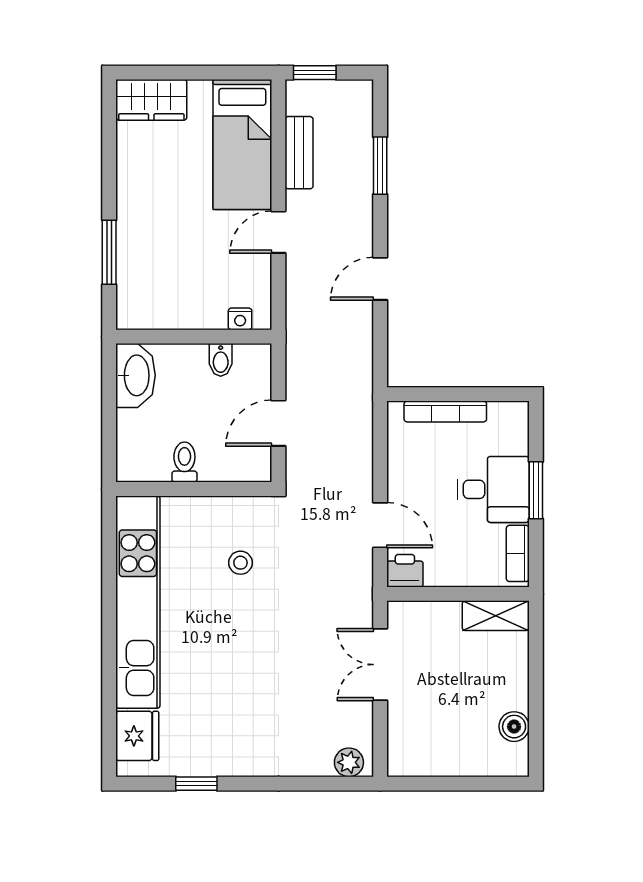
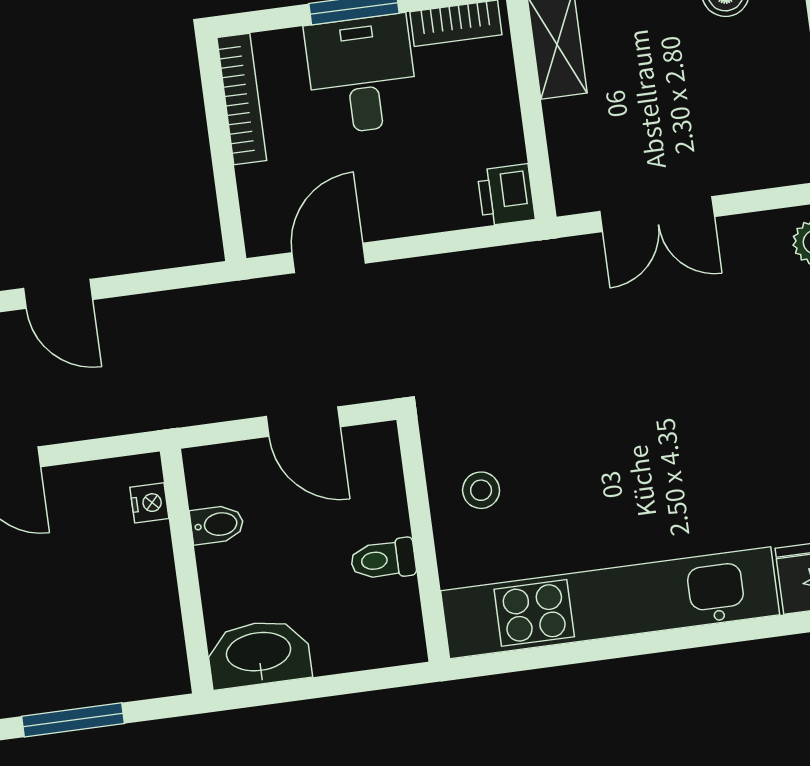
bookcase: (445, 411) -> (242, 99), moved
door: (380, 525) -> (329, 258), moved
stool: (240, 563) -> (481, 490), moved

